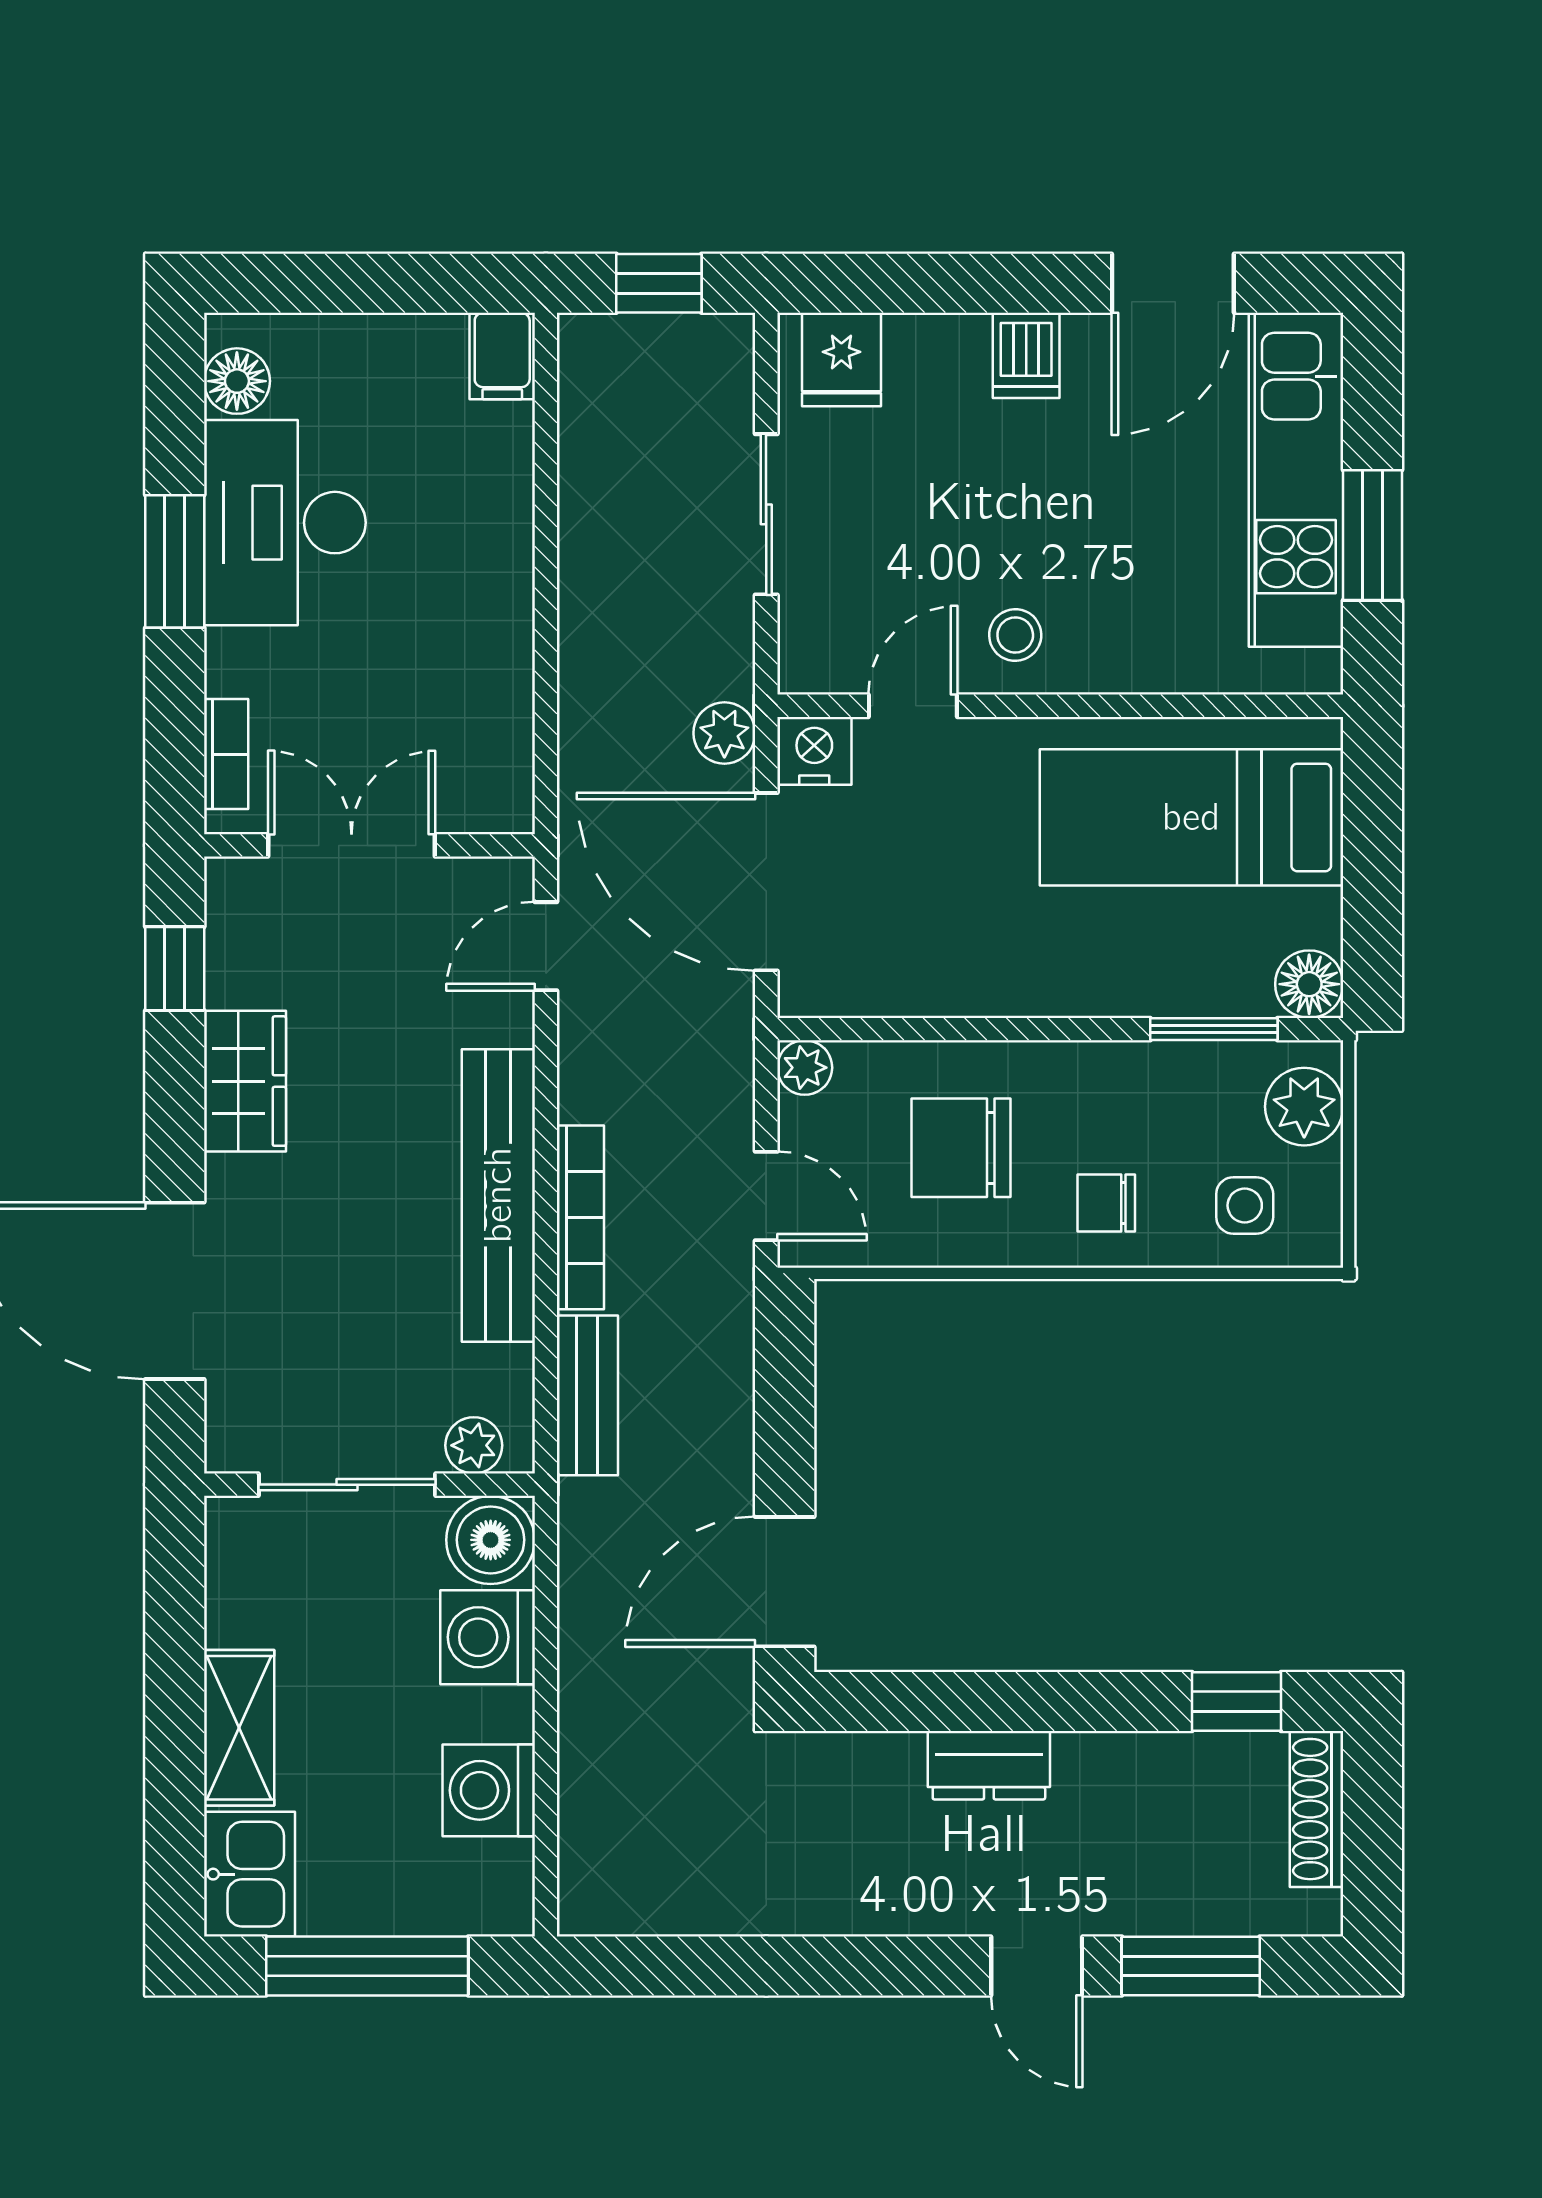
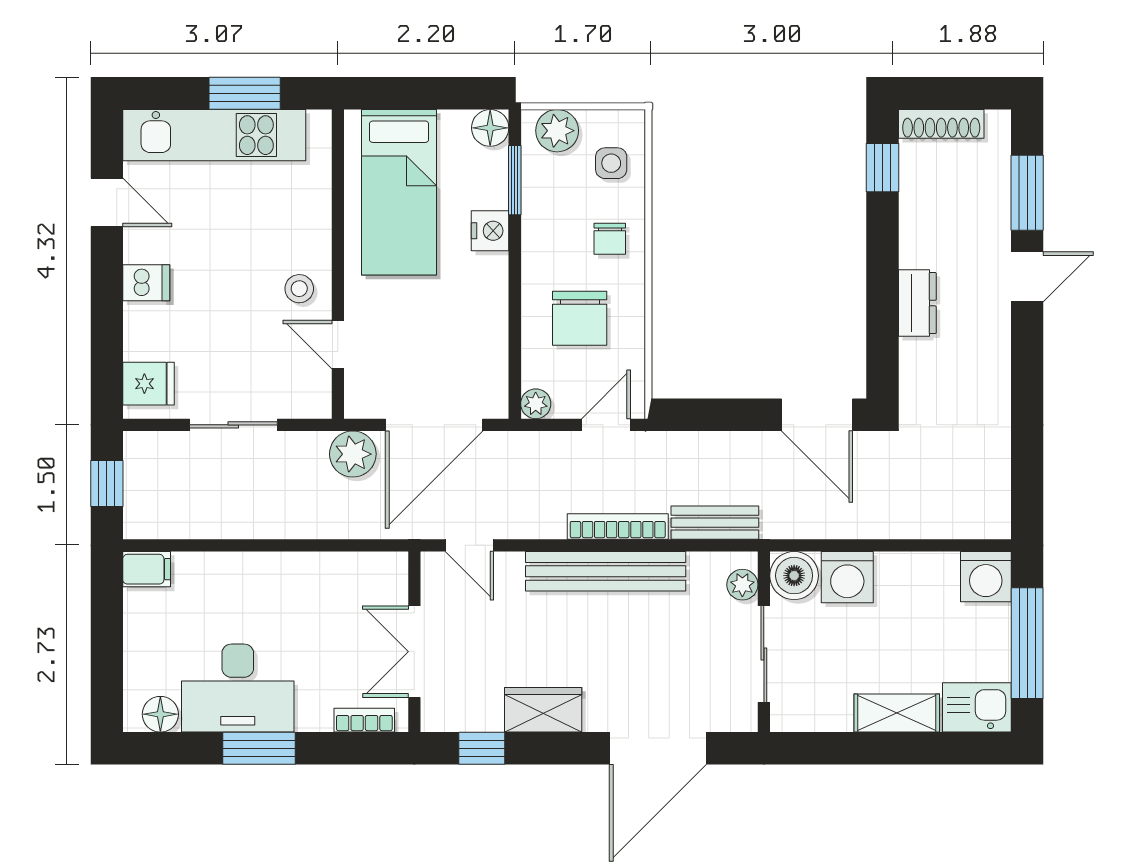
door: (1173, 283) -> (107, 202), width x0.73
plant: (724, 733) -> (353, 454), width x1.38, depth x1.38
nightstand: (814, 751) -> (490, 231), moved, turned 180
washing machine: (489, 1790) -> (986, 577), moved

